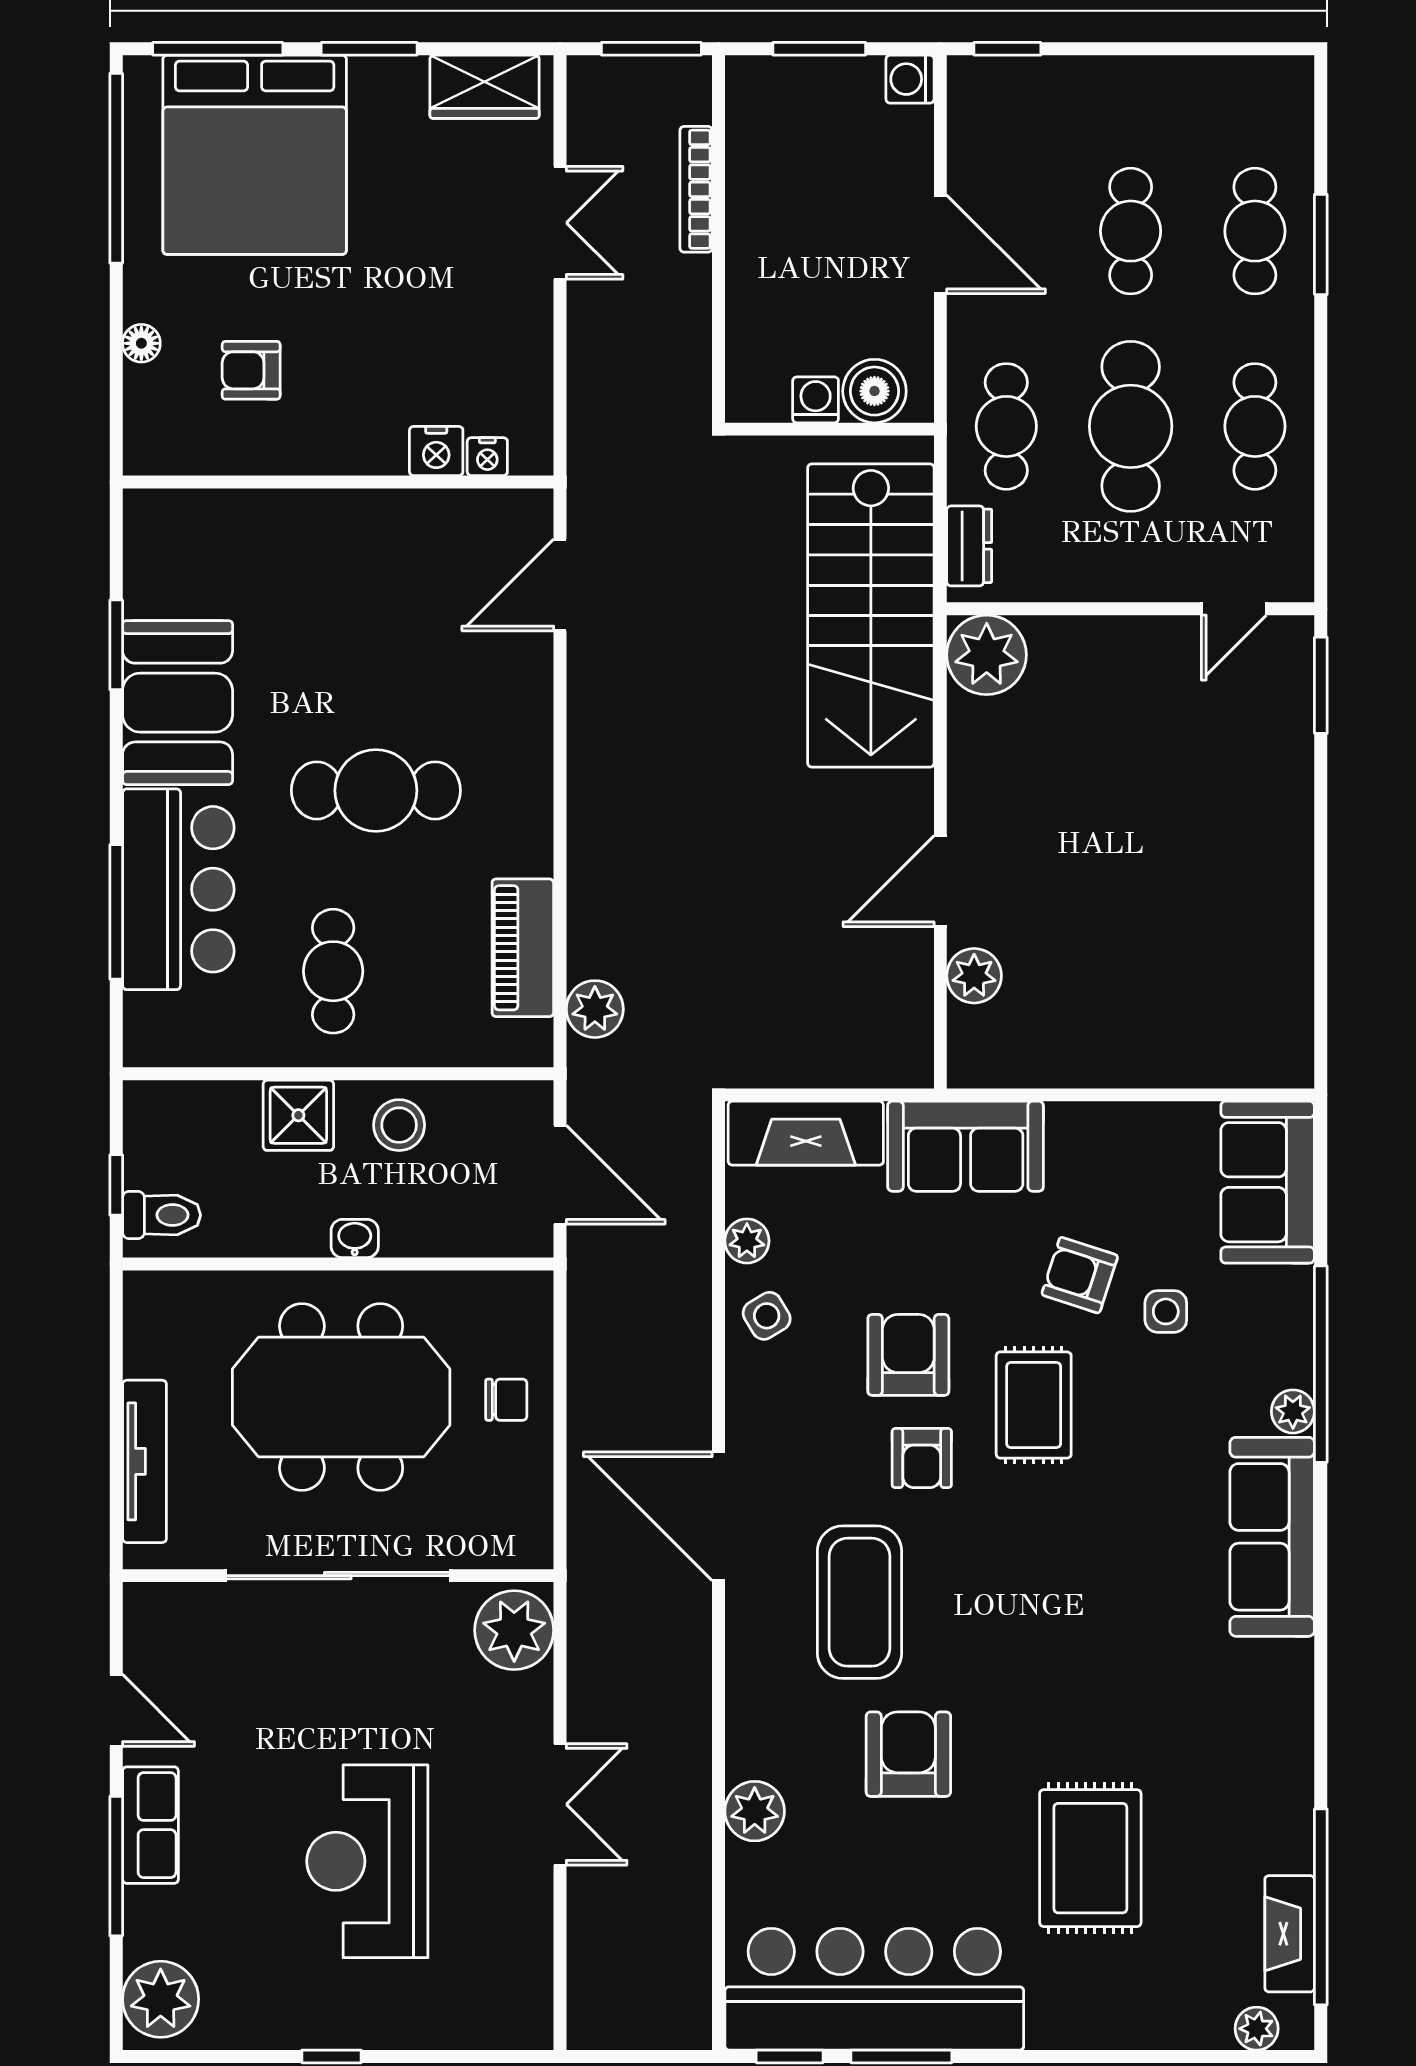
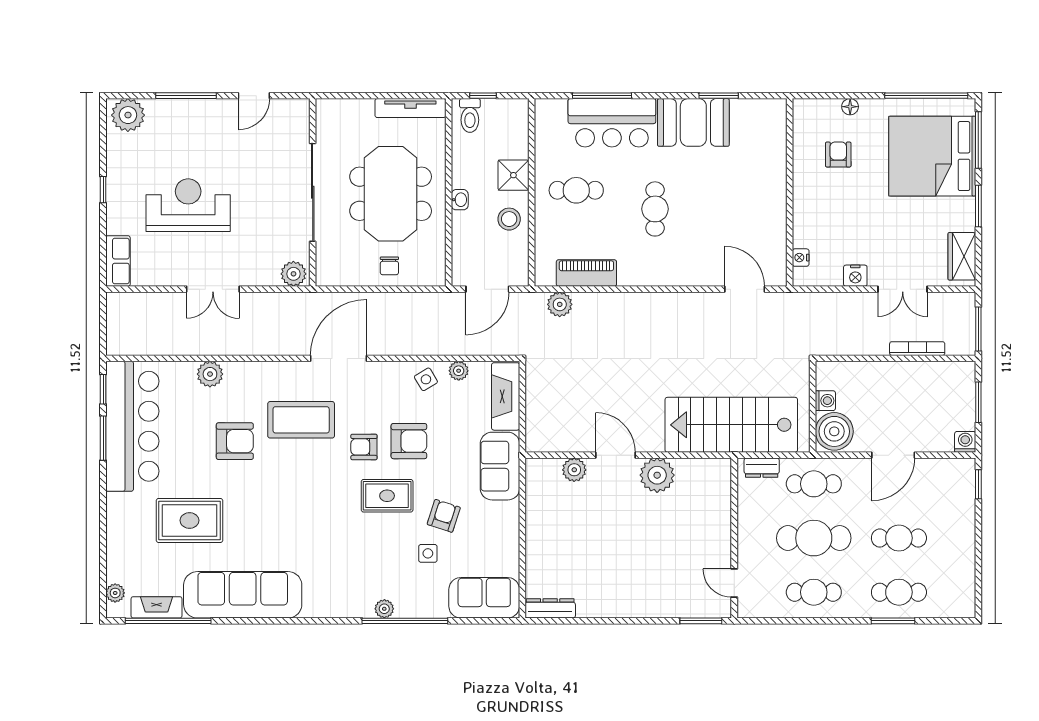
boiler: (874, 391) -> (834, 431), width x1.37, depth x1.37
nightstand: (436, 451) -> (855, 276), moved, turned -90
plant: (987, 655) -> (657, 475), moved
cafe table: (376, 790) -> (655, 209), width x0.73, depth x0.74
dresser: (1292, 1031) -> (550, 608), added
tv unit: (144, 1461) -> (410, 108), moved
sofa: (1272, 1537) -> (243, 595), moved, width x1.36, depth x1.27
plant: (514, 1630) -> (293, 274), width x0.73, depth x0.73
row of seats: (150, 1825) -> (118, 261), moved, turned -90

